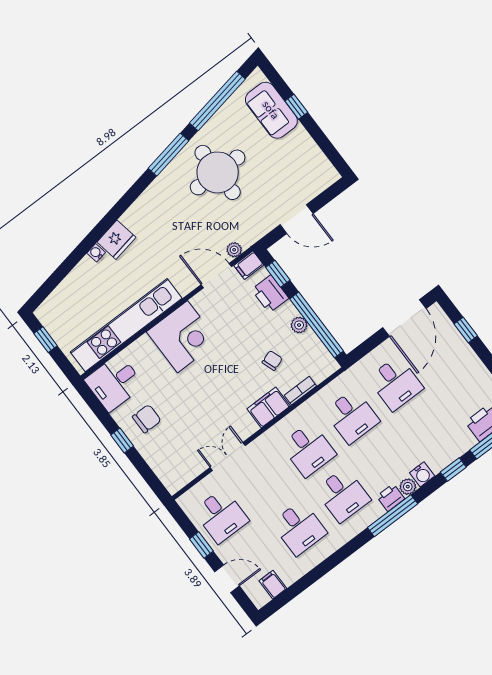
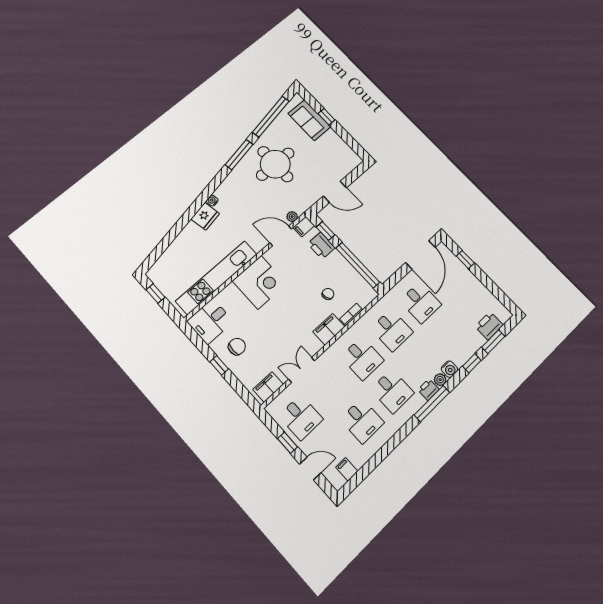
water cooler: (96, 253) -> (212, 201), moved
plant: (299, 325) -> (345, 266), removed
filing cabinet: (183, 474) -> (268, 387), added

